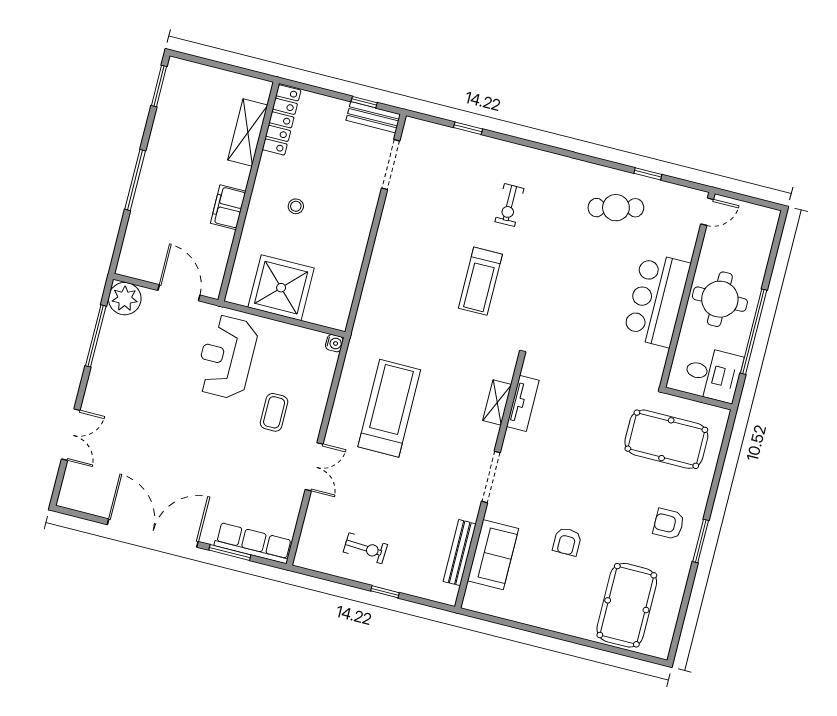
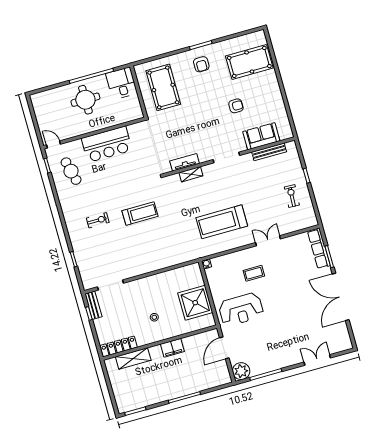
door: (707, 212) -> (53, 144), moved
wall: (687, 290) -> (94, 133), moved
bar counter: (657, 300) -> (107, 144), moved

